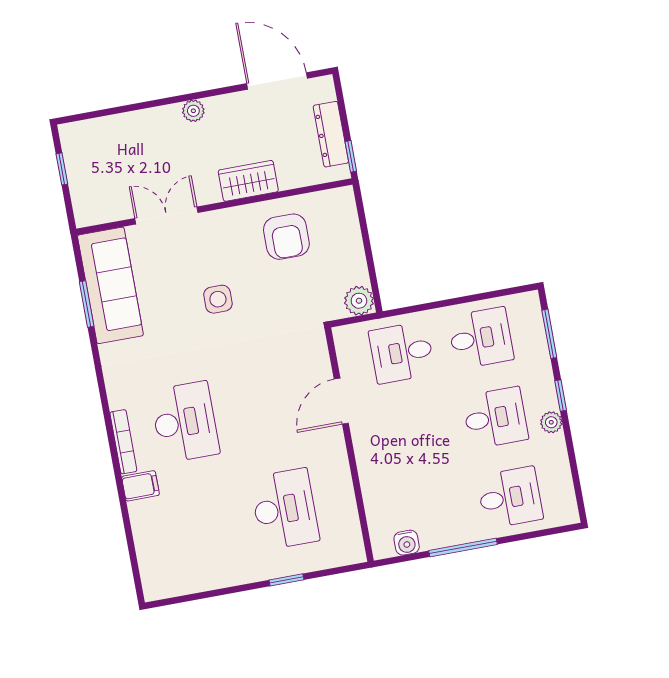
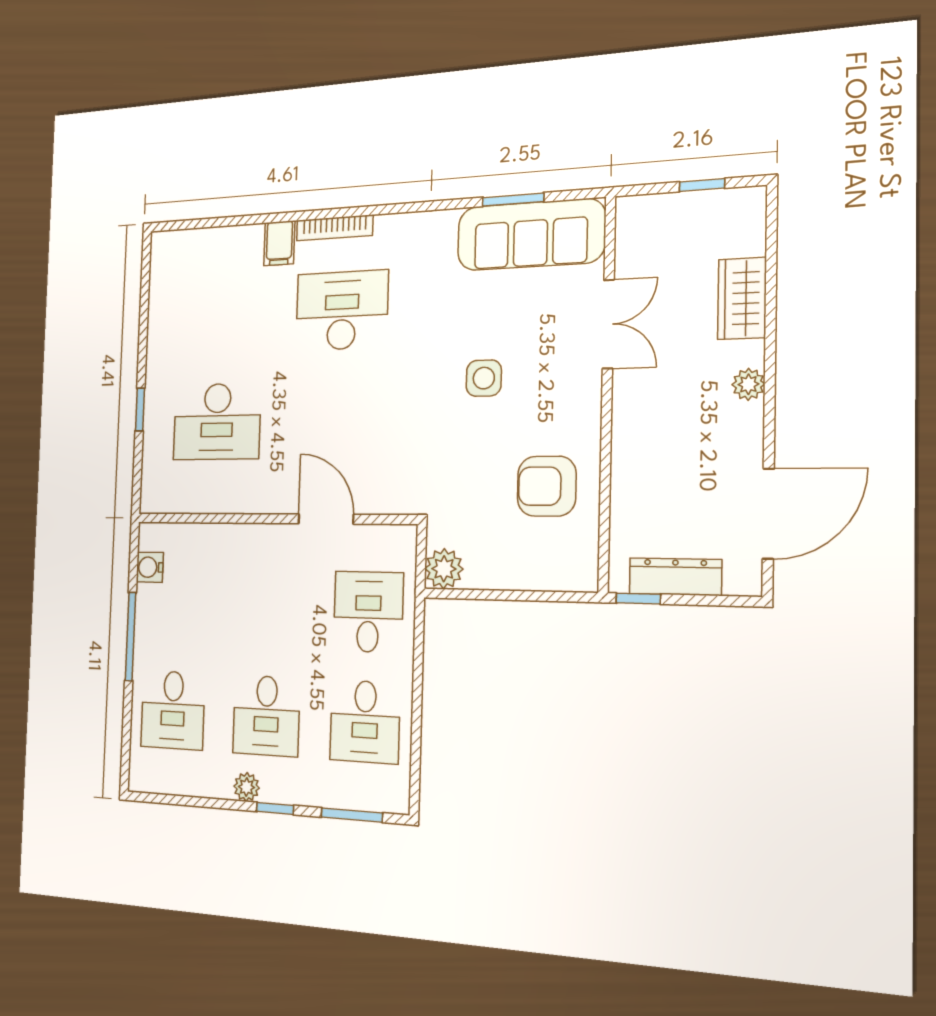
wardrobe: (248, 181) -> (742, 298), moved, turned 180
desk: (185, 422) -> (342, 311), turned 180

